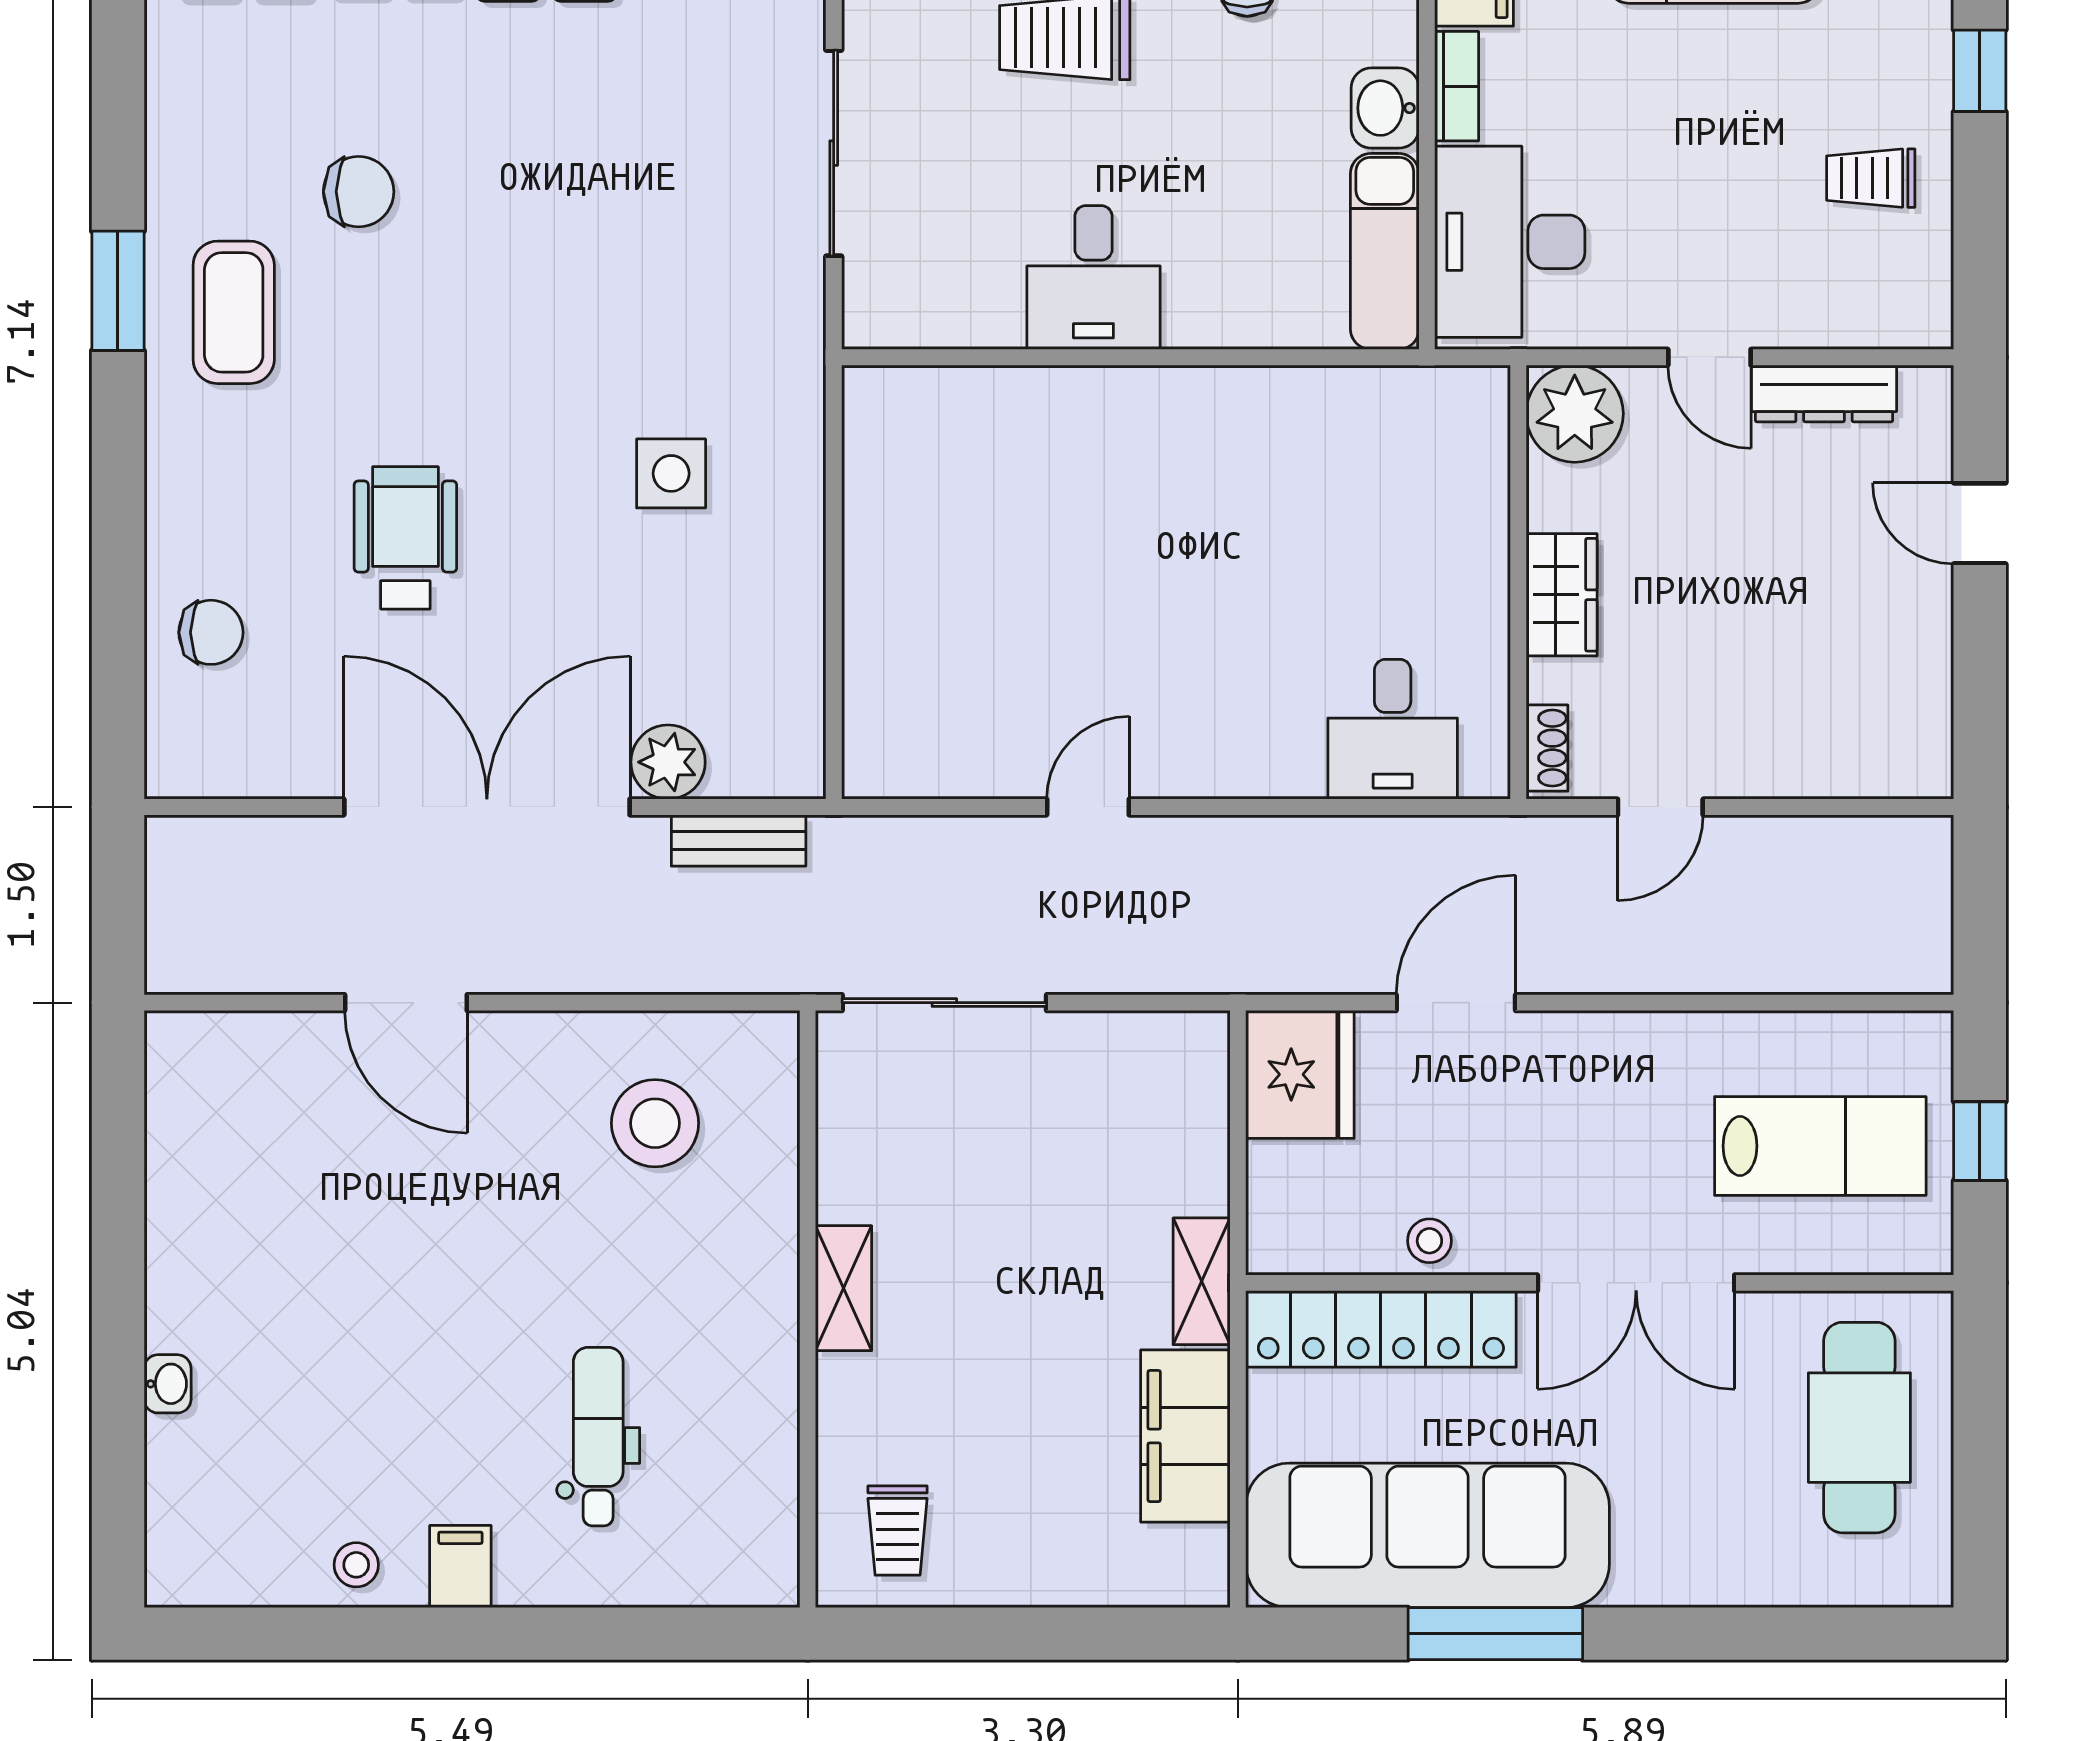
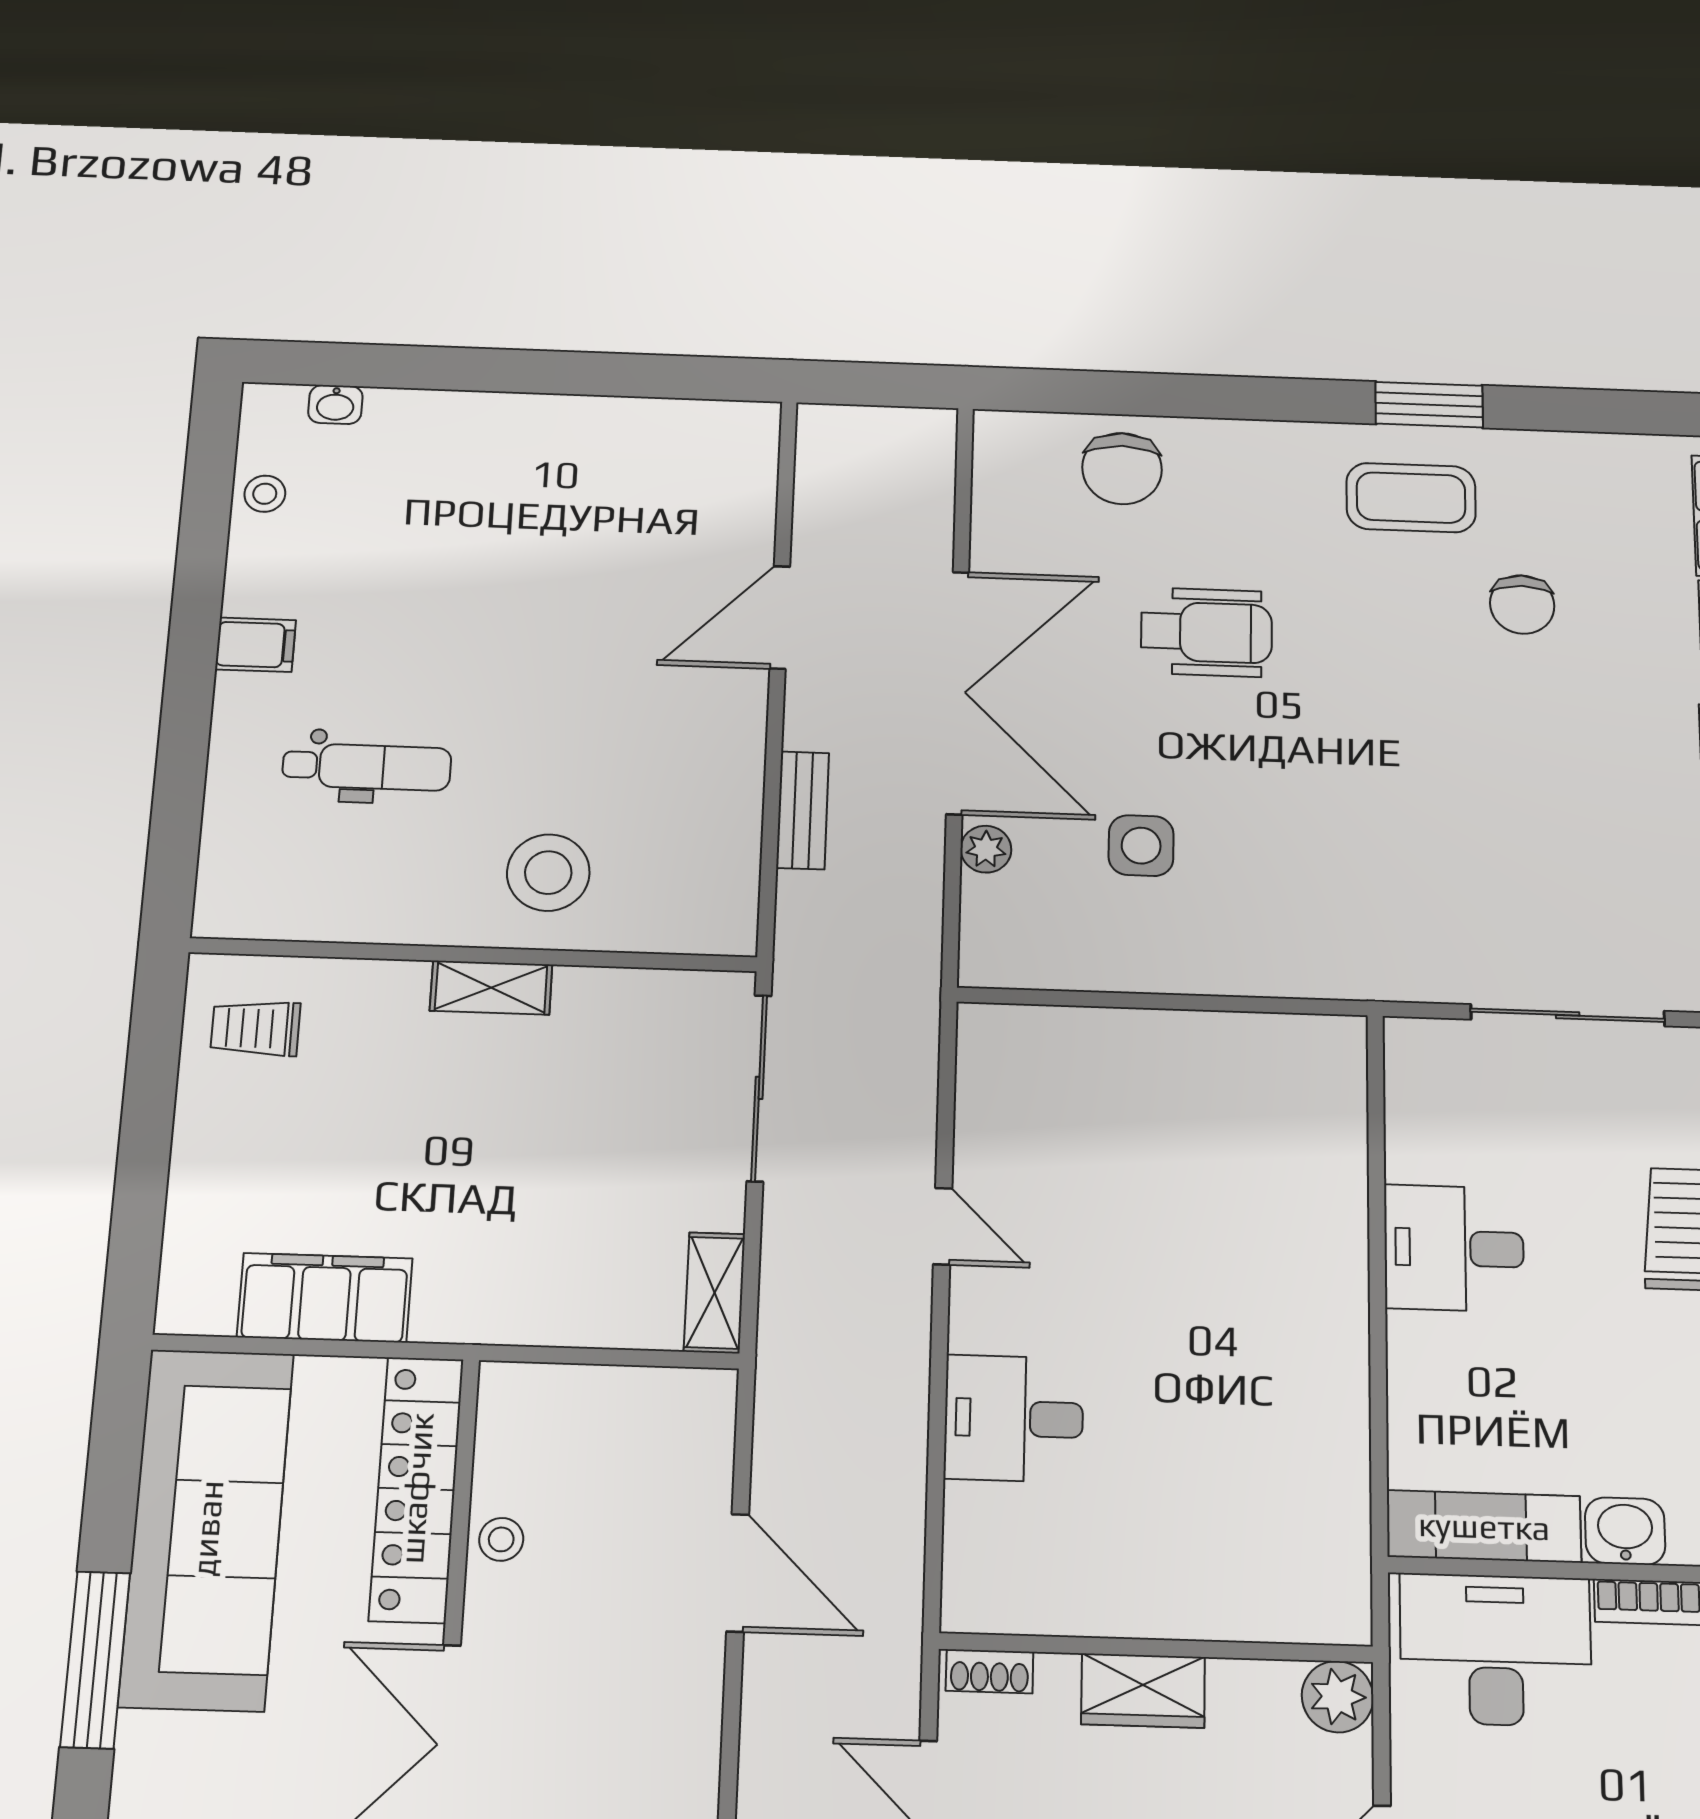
plant: (1575, 414) -> (1338, 1697), width x0.73, depth x0.73
side table: (671, 473) -> (1141, 846), moved
chair: (211, 632) -> (1122, 469), width x1.37, depth x1.37
desk: (1393, 729) -> (1014, 1418), moved
plant: (668, 762) -> (986, 849), width x0.73, depth x0.73
bench: (739, 841) -> (803, 810), moved
fridge: (1300, 1074) -> (674, 1419), removed
stool: (655, 1123) -> (548, 873), moved
shelving: (1202, 1281) -> (715, 1293), moved, turned 90
washbasin: (168, 1384) -> (335, 405), moved
stool: (356, 1565) -> (265, 494), moved
window: (1495, 1634) -> (95, 1660), moved

